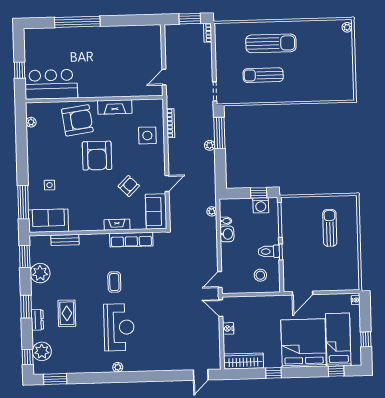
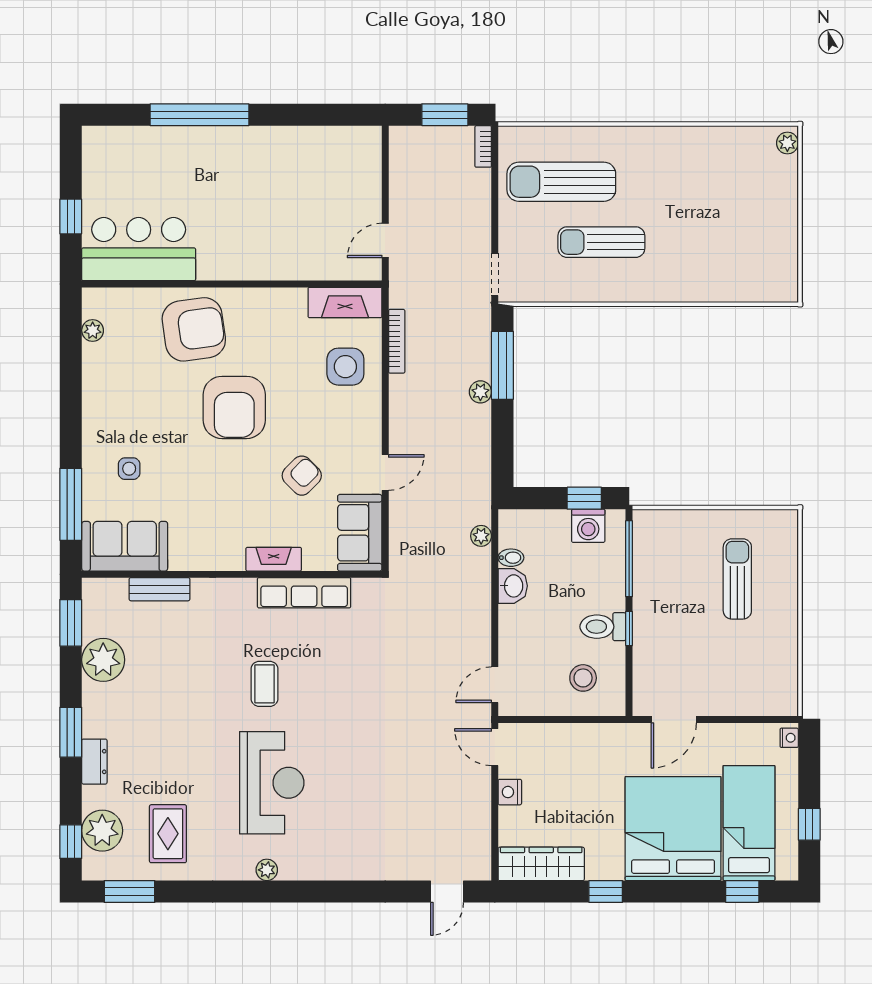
sun lounger: (271, 43) -> (561, 182), moved, turned 180
fireplace: (115, 107) -> (345, 302), moved
rug: (67, 313) -> (168, 834), moved

